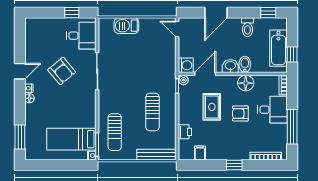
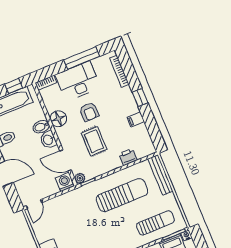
rug: (212, 107) -> (94, 141), turned 90
desk: (272, 110) -> (78, 81), width x1.37
sun lounger: (152, 112) -> (122, 195), width x1.36, depth x1.34
filing cabinet: (200, 153) -> (136, 119), moved

